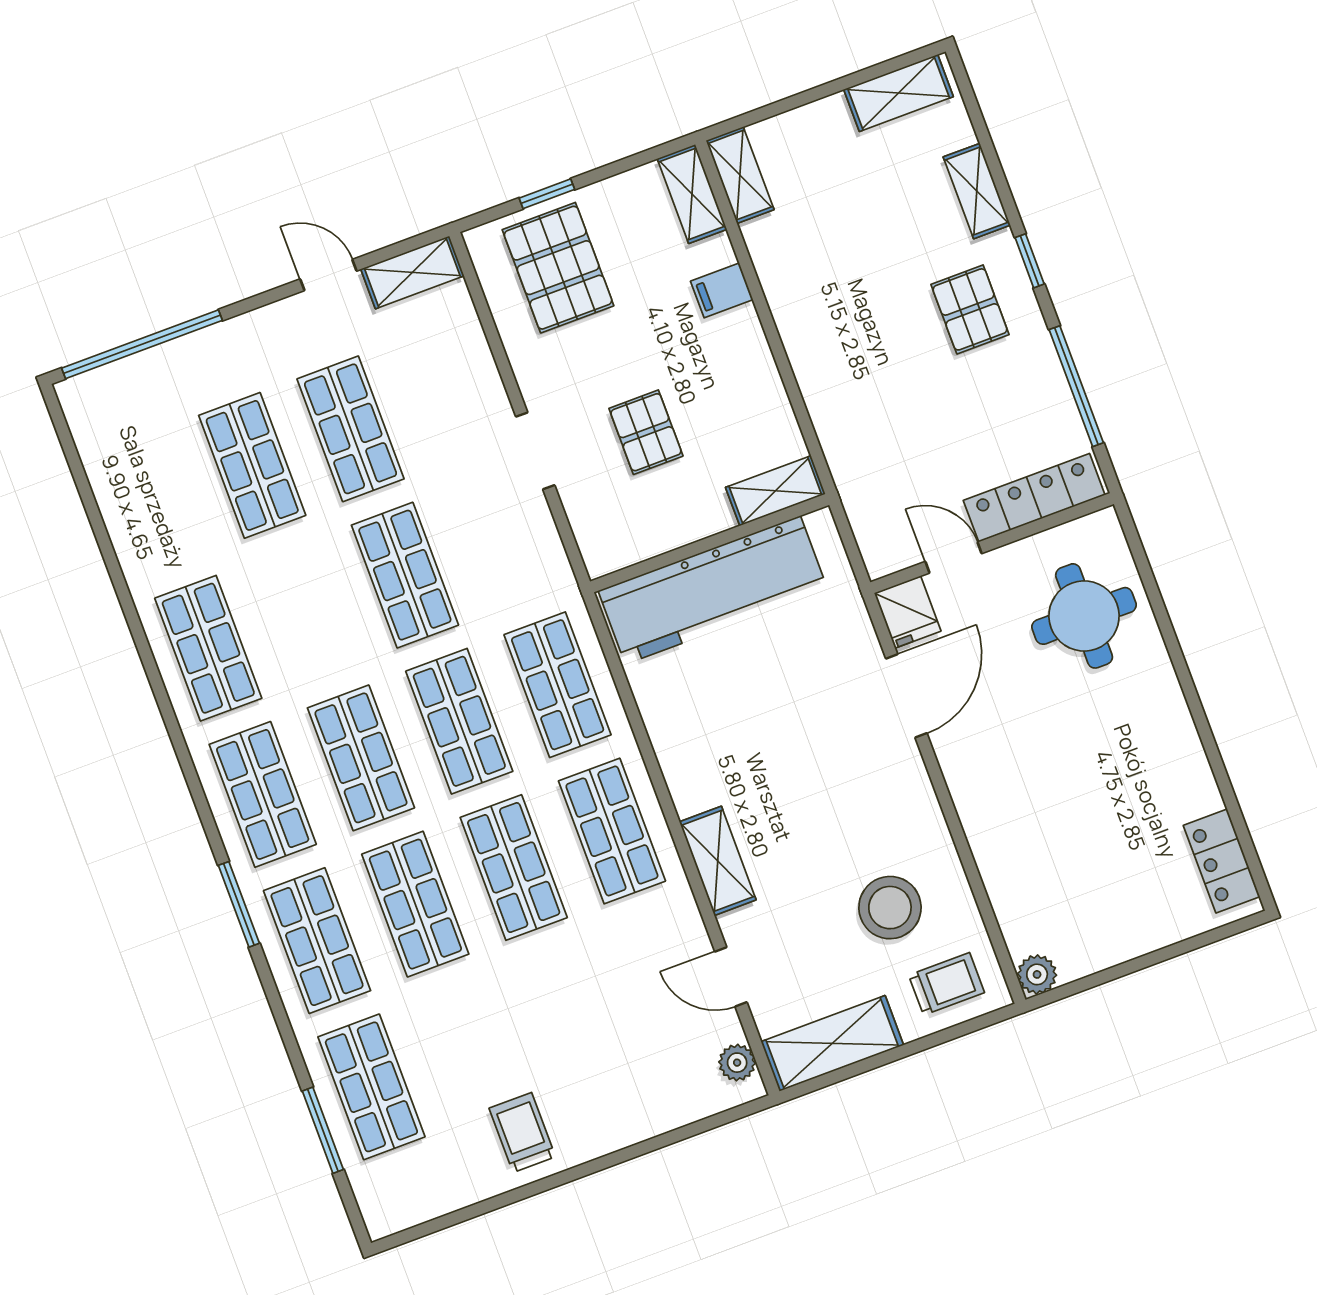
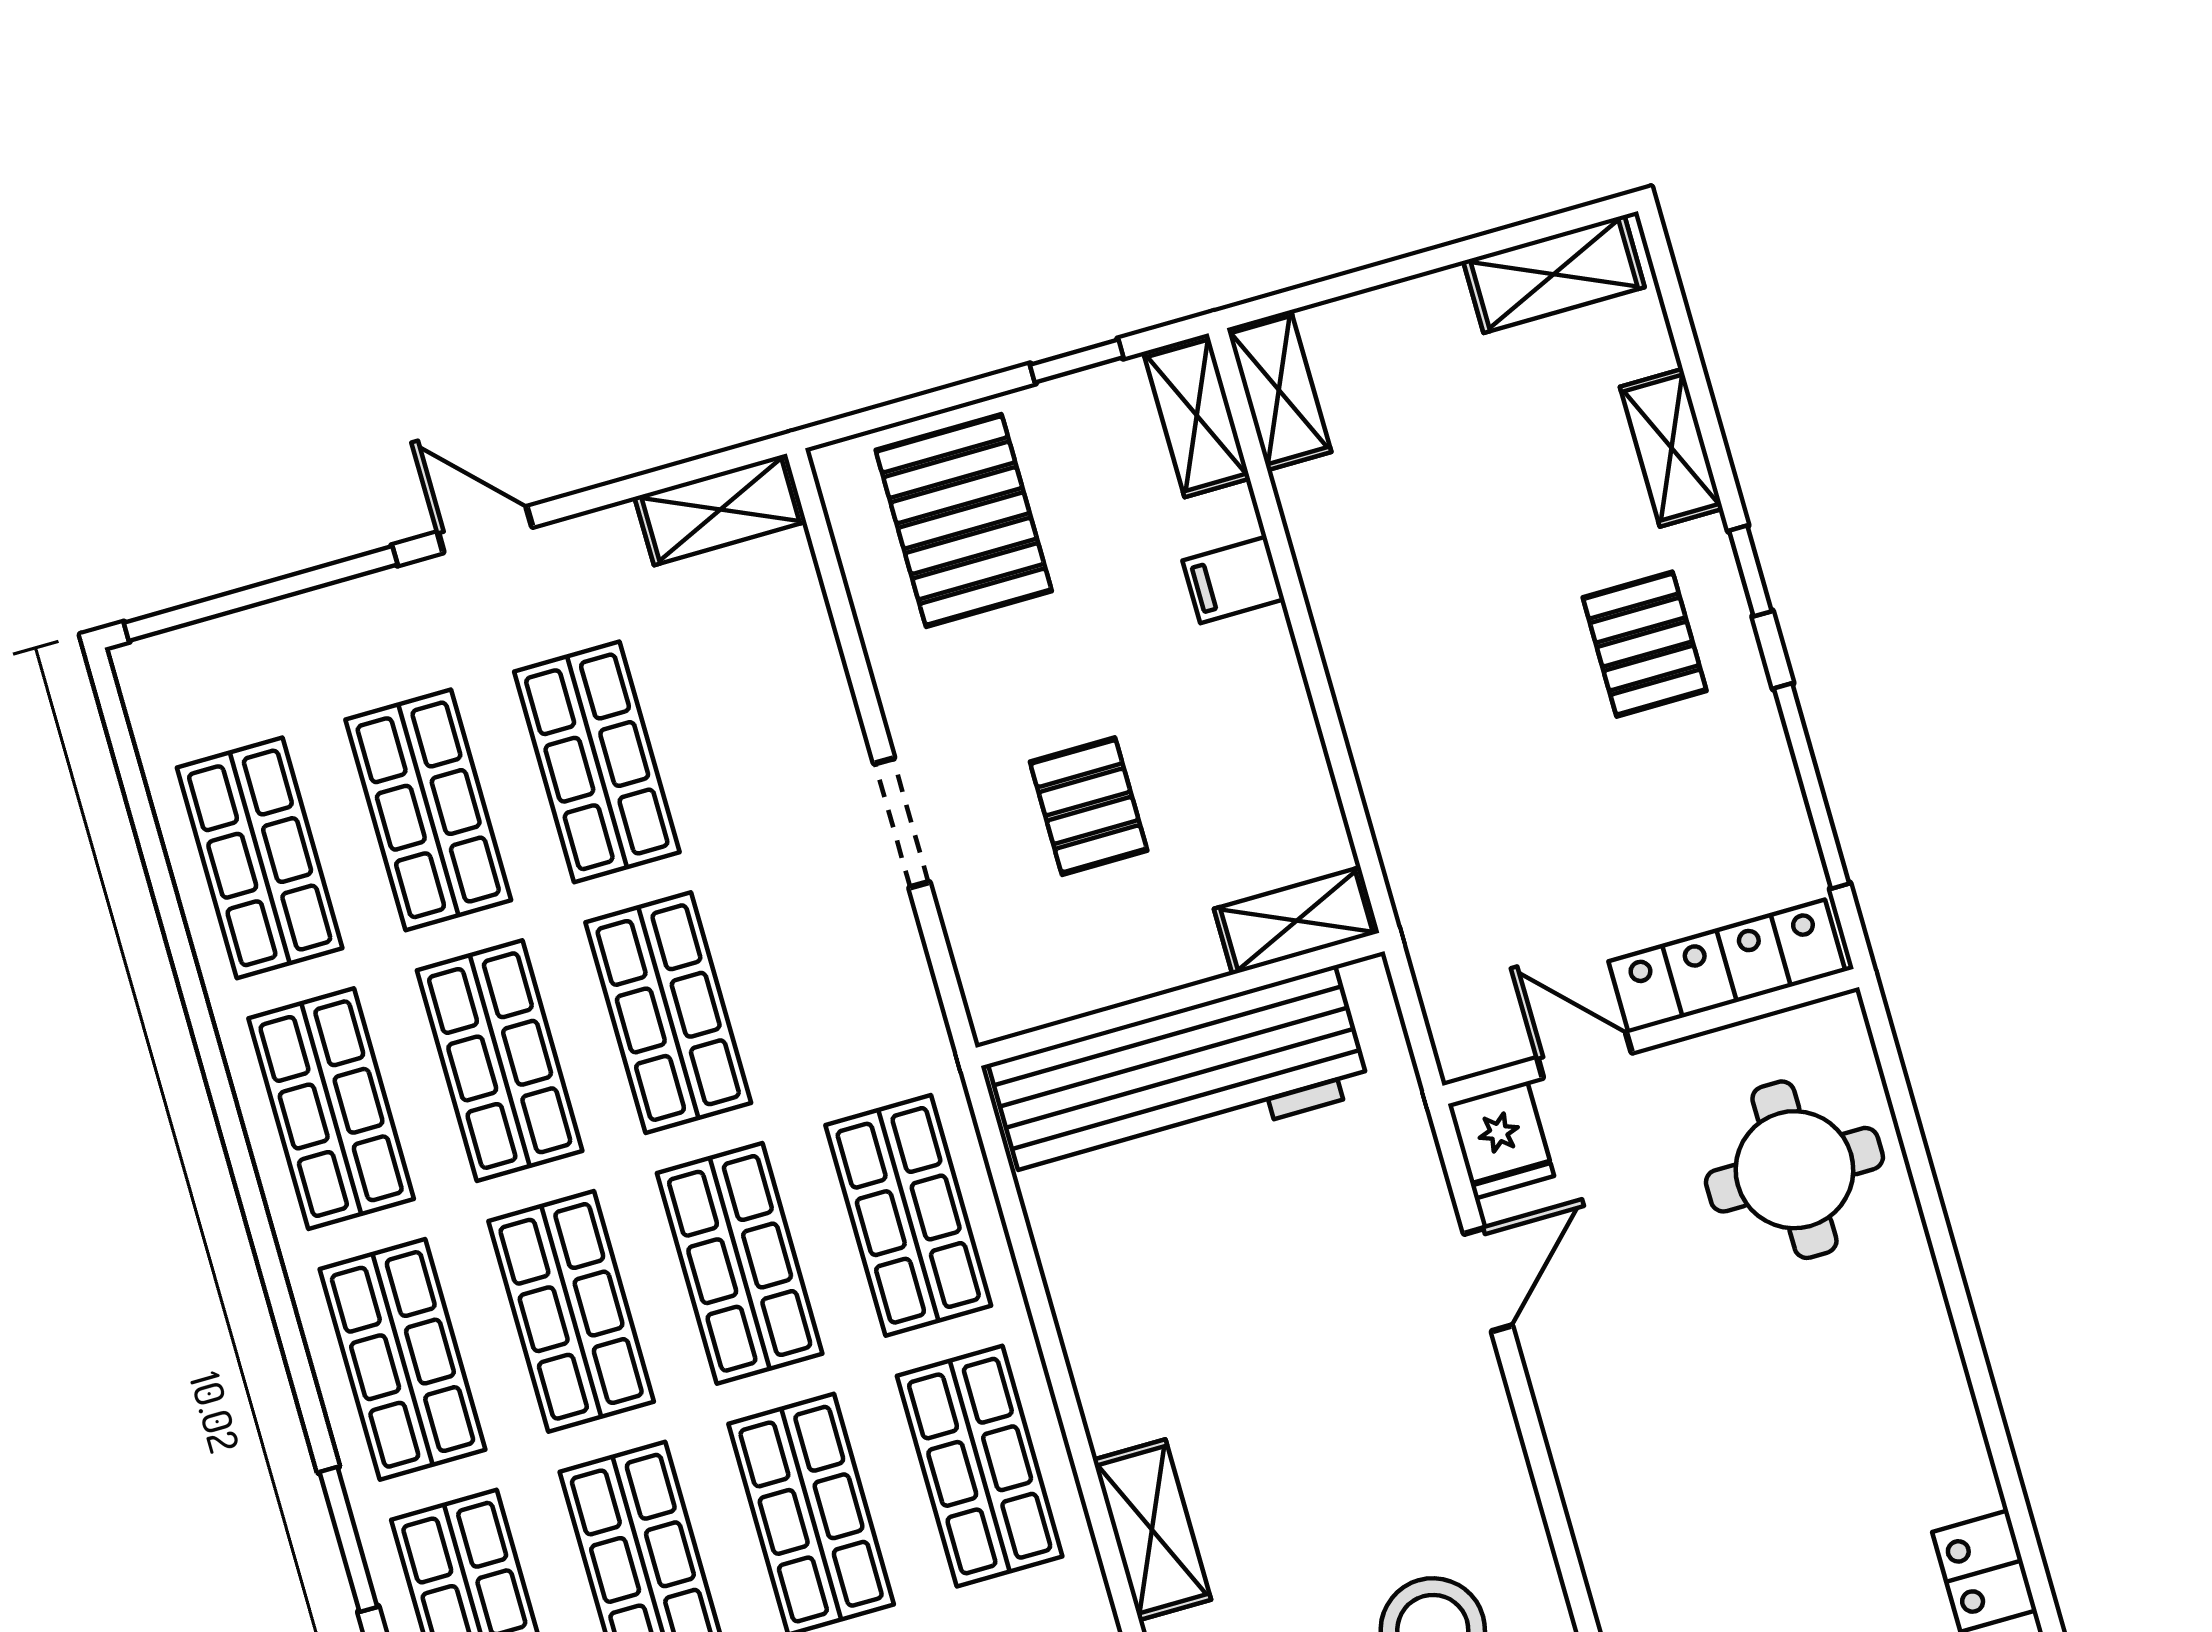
window: (547, 194) -> (1077, 361), moved
door: (328, 275) -> (485, 530), moved
shop shelf: (154, 502) -> (260, 858), added
shop shelf: (307, 612) -> (500, 1061), added
door: (906, 696) -> (1488, 1280), width x0.73

